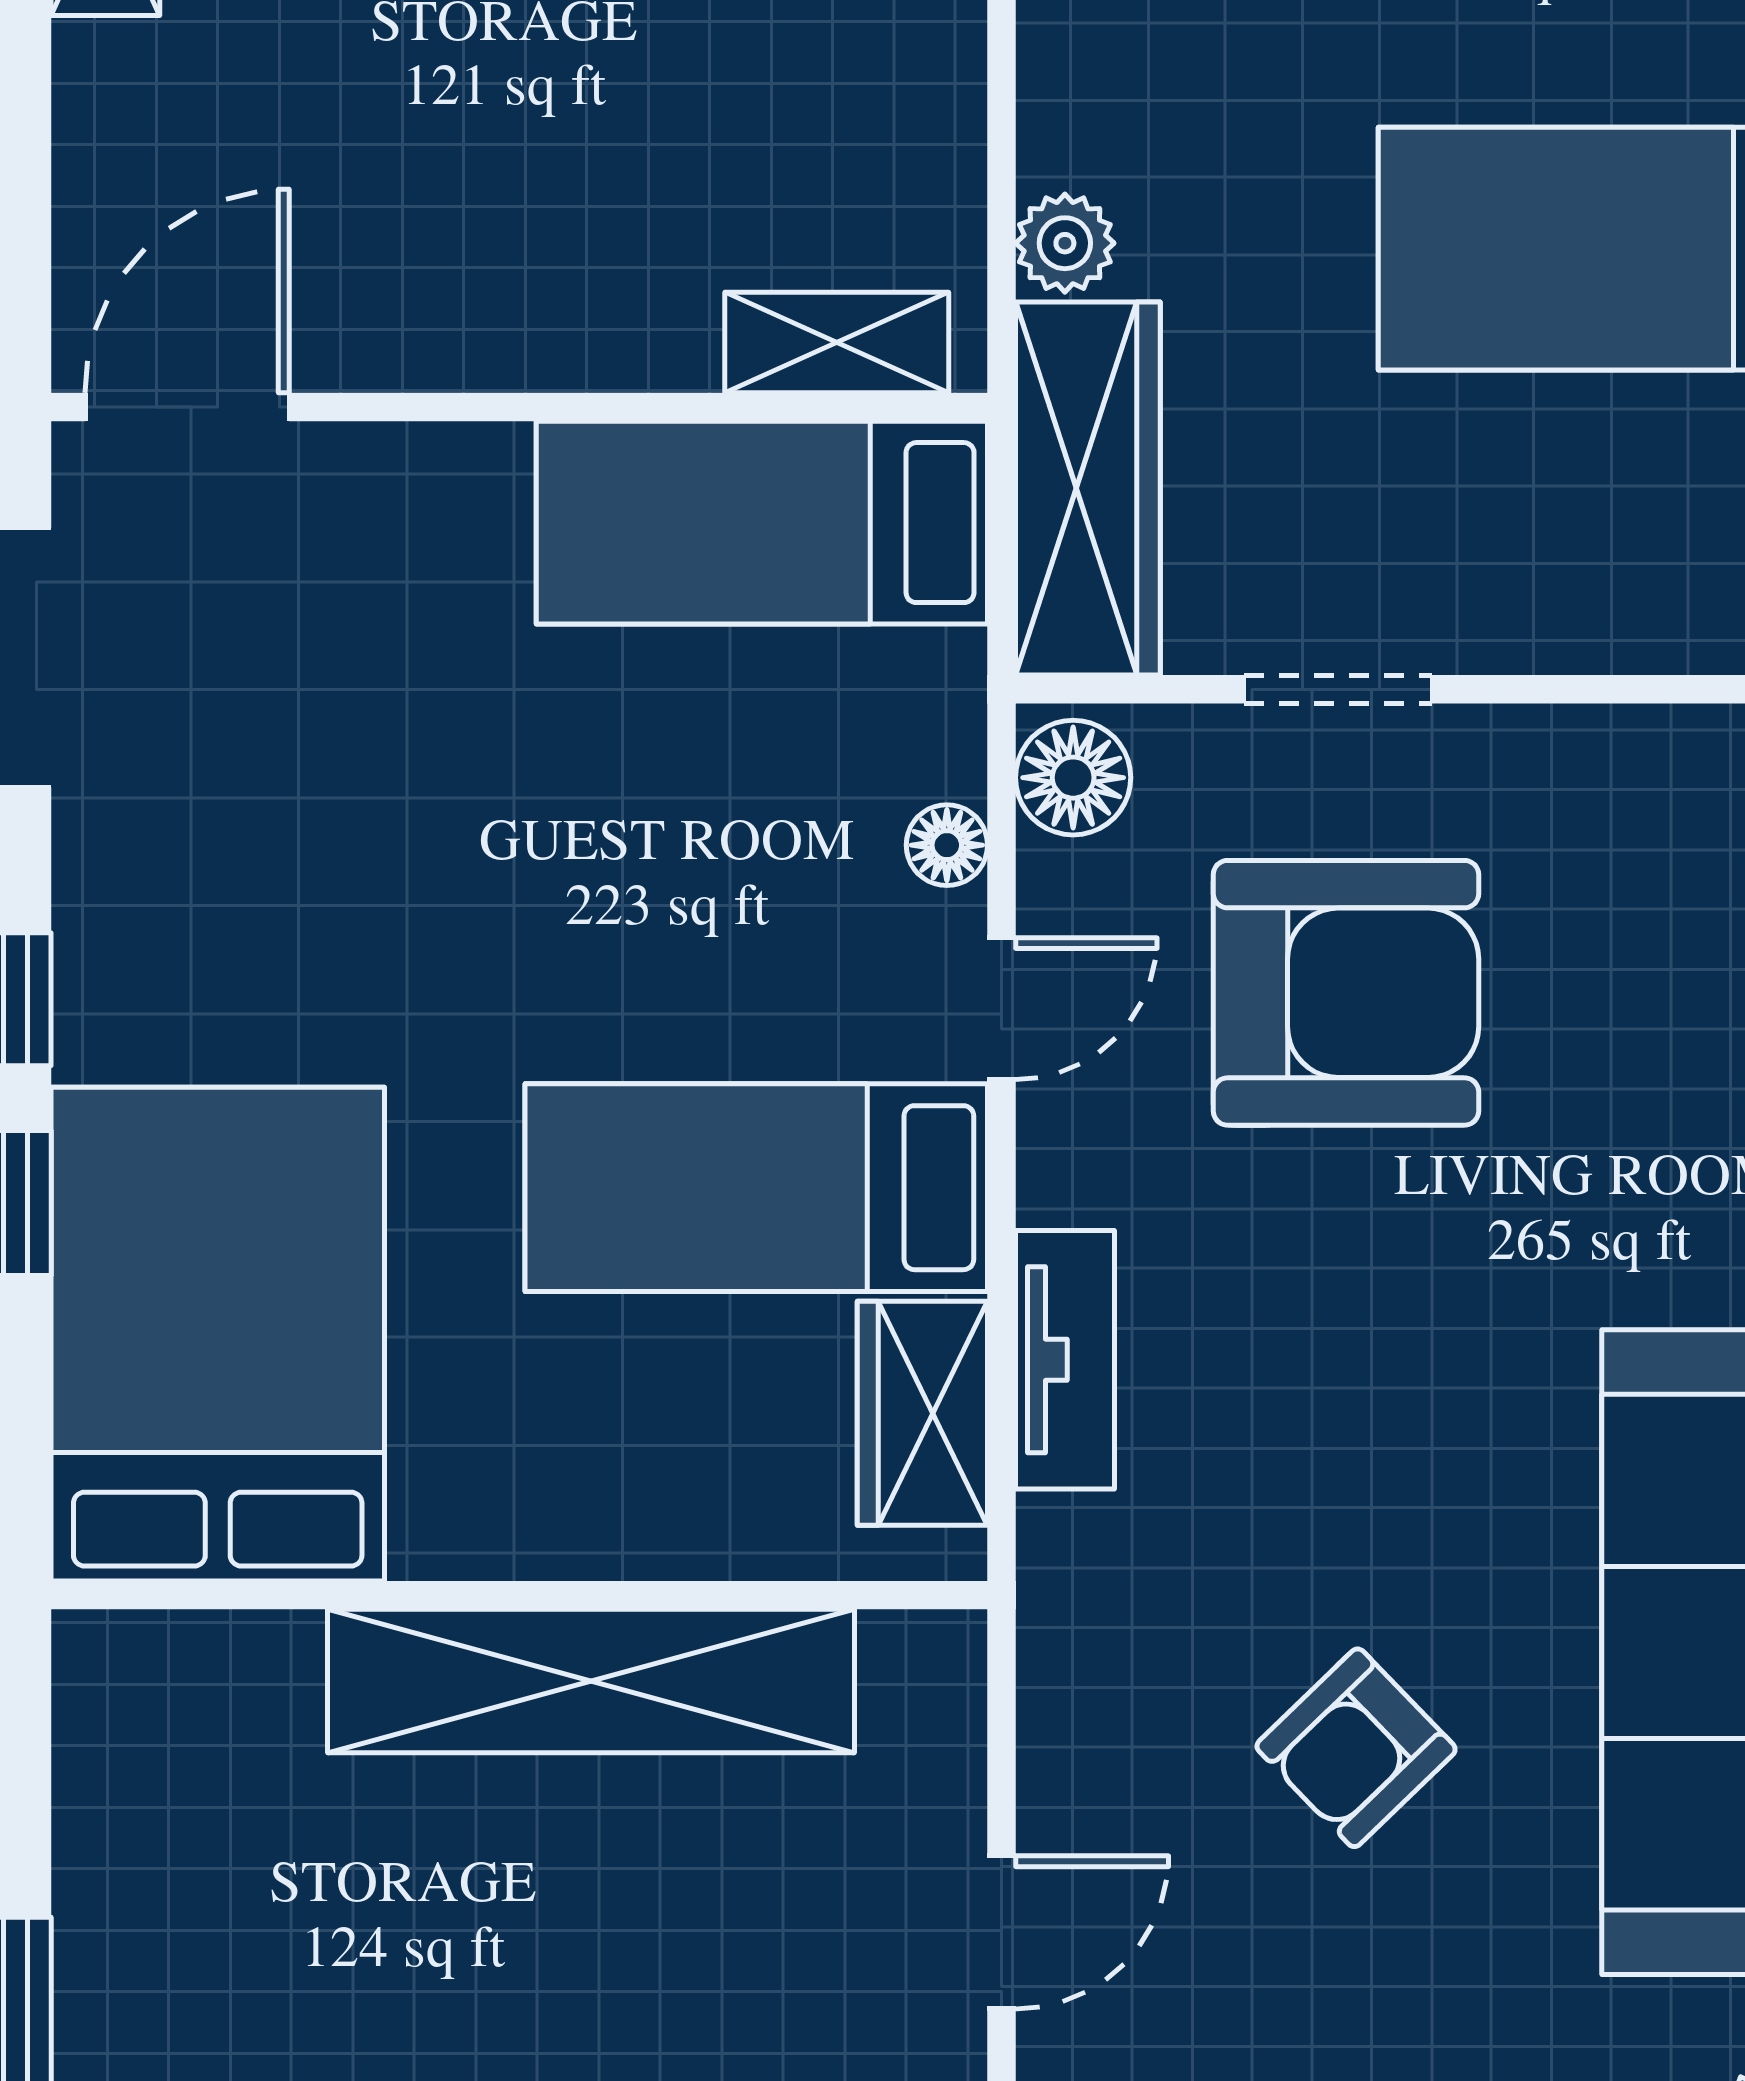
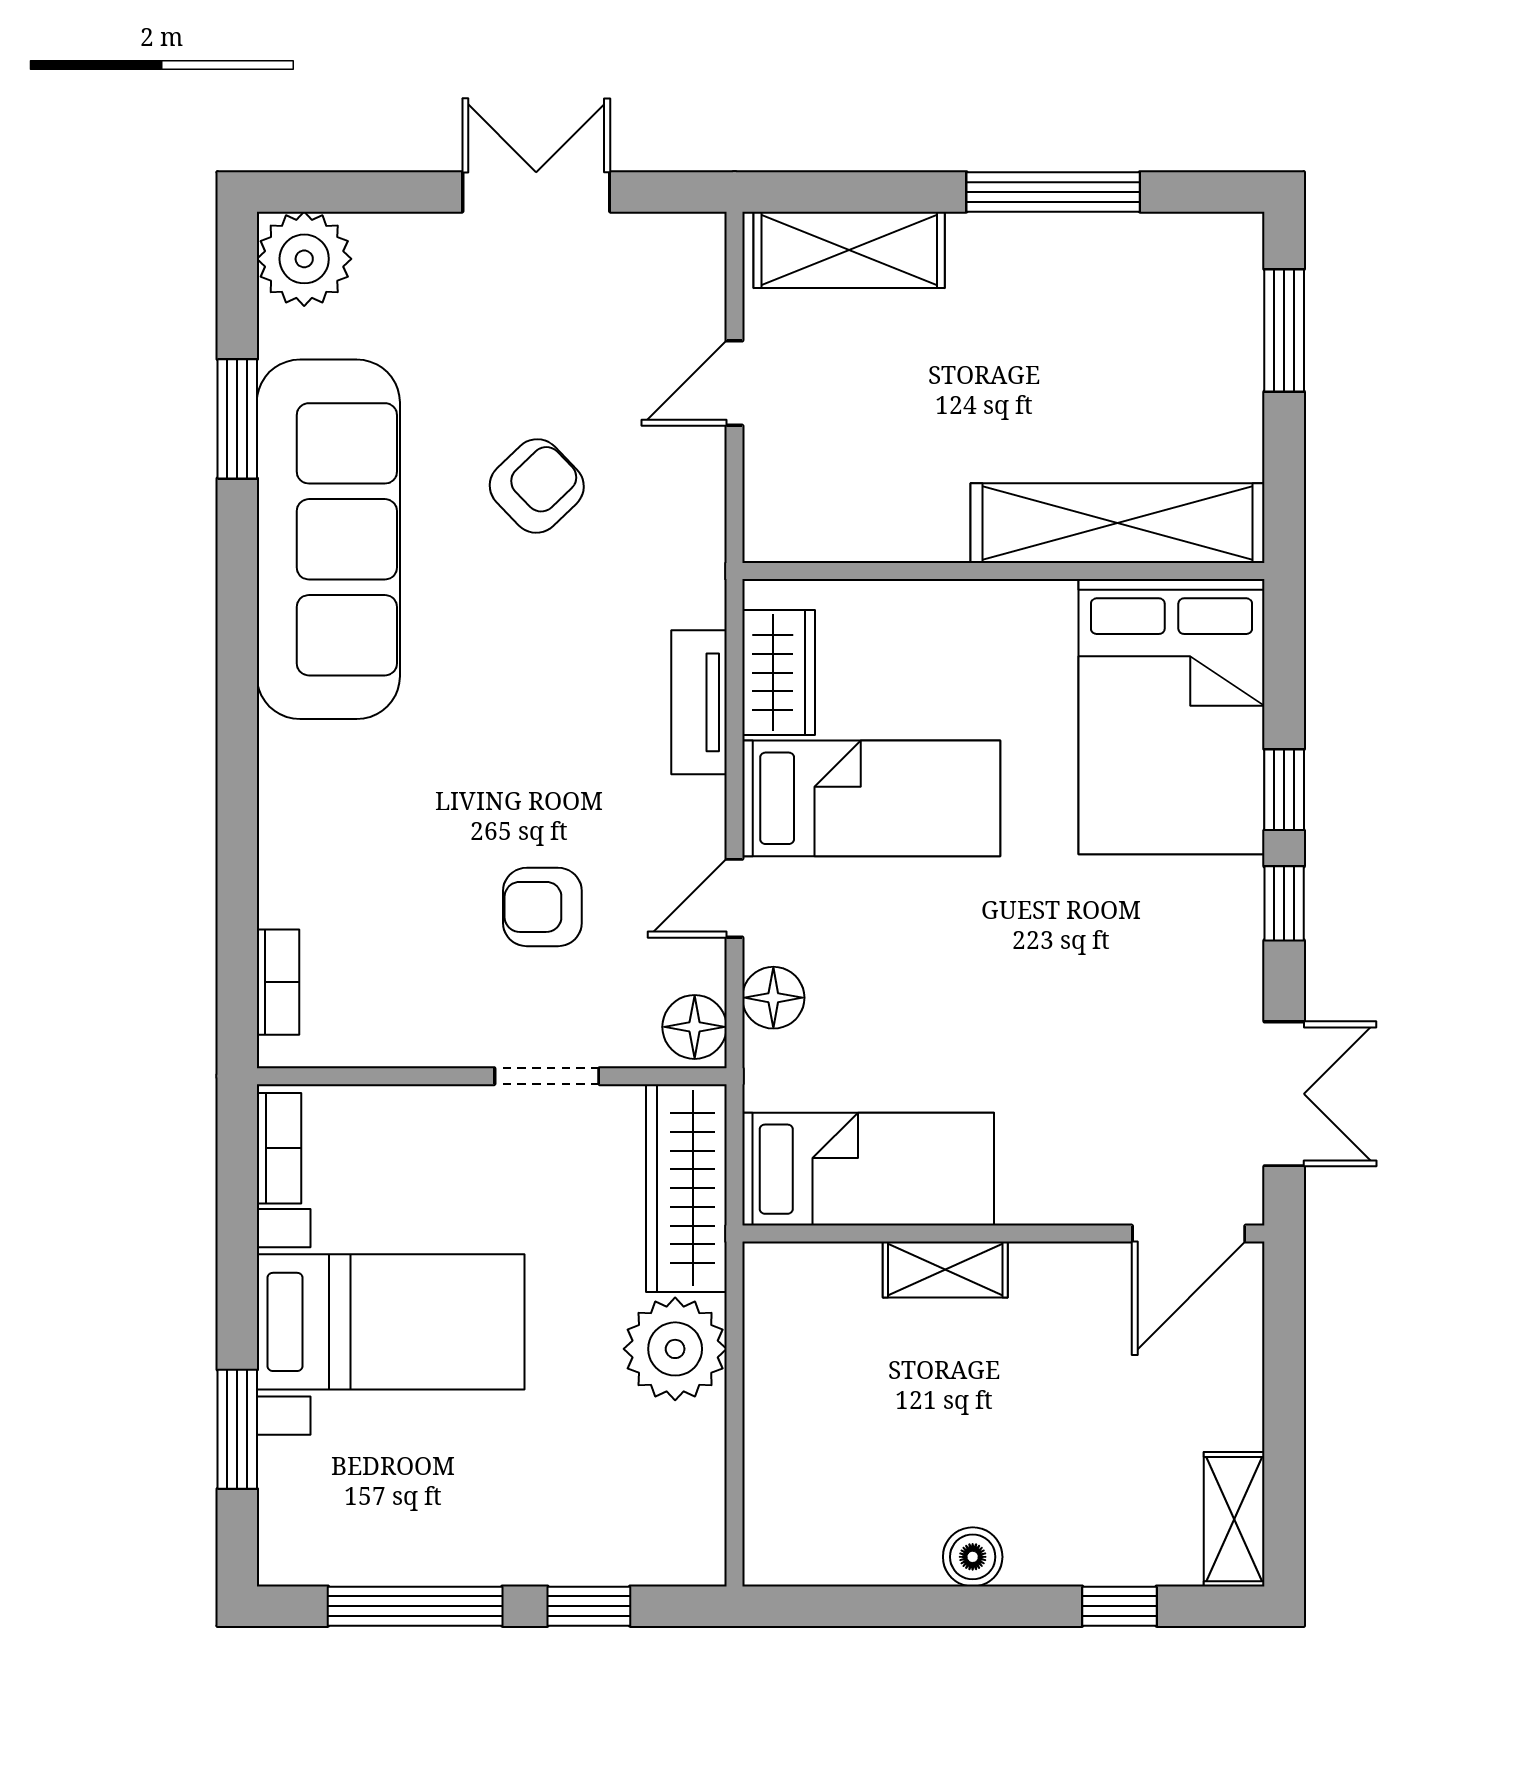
plant: (1065, 243) -> (675, 1349), width x1.87, depth x1.87
shelving: (837, 343) -> (945, 1270), moved
floor lamp: (947, 845) -> (773, 998), width x1.37, depth x1.37
armchair: (1346, 993) -> (542, 907), width x0.53, depth x0.53
shelving: (591, 1681) -> (1118, 523), moved

